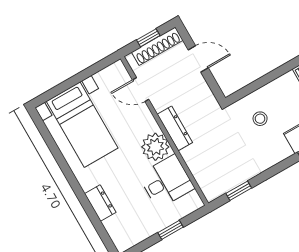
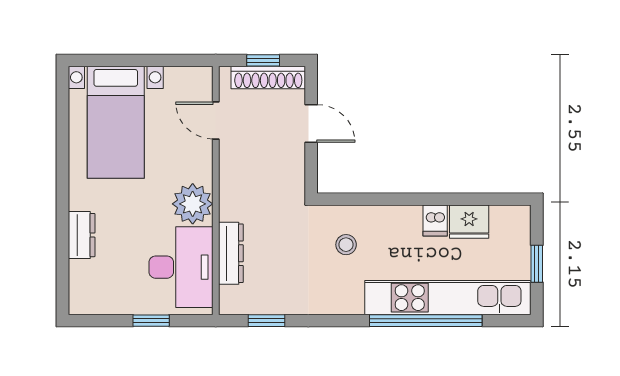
dresser: (175, 128) -> (231, 253), moved
desk: (166, 182) -> (181, 267), width x1.37

